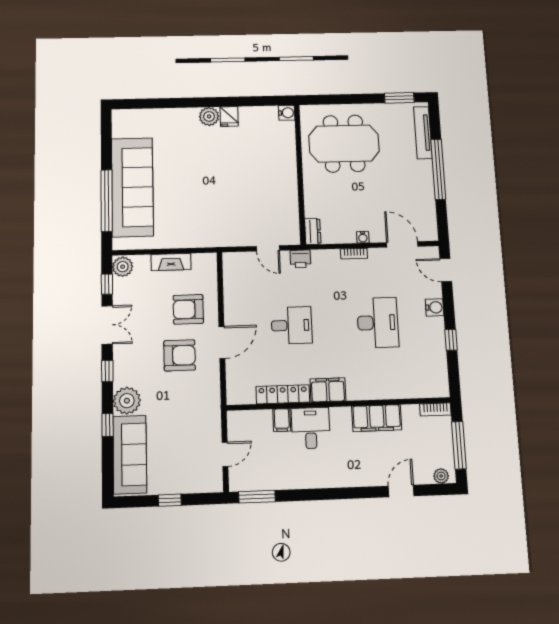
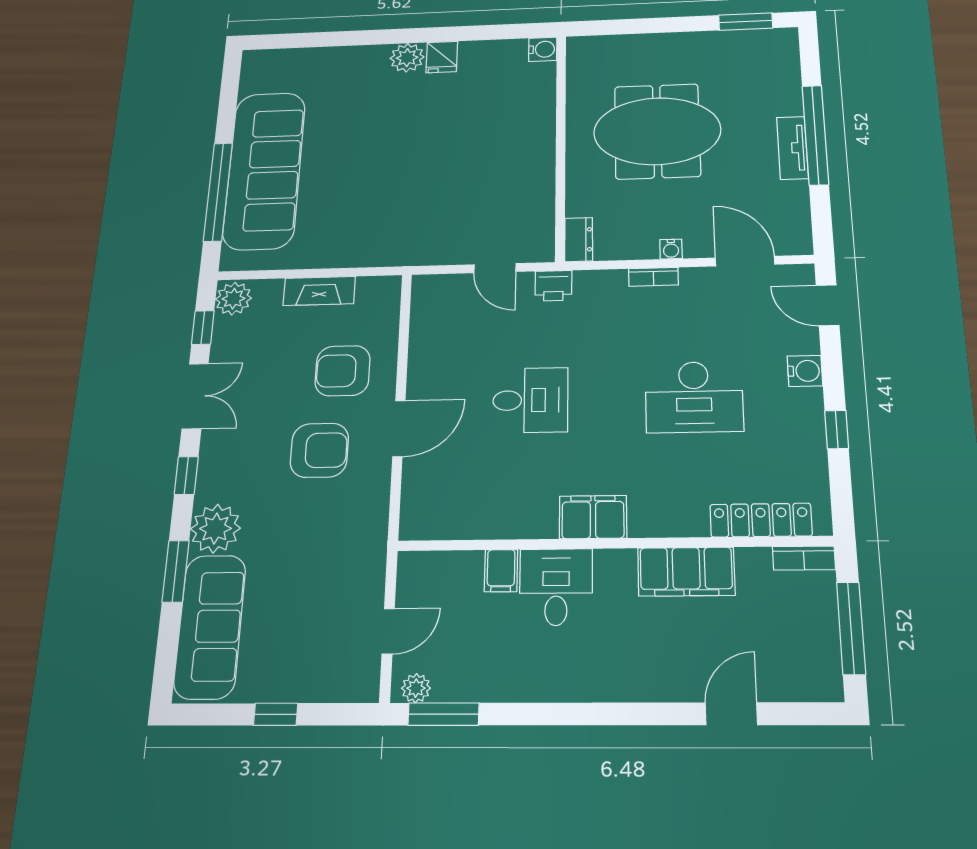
tv unit: (423, 133) -> (792, 148), moved, width x0.71
meeting table: (344, 144) -> (657, 131), moved
desk: (378, 323) -> (694, 397), turned 90
locker: (283, 394) -> (761, 520), moved
window: (108, 425) -> (176, 571), width x1.50
plant: (441, 476) -> (416, 688), moved

